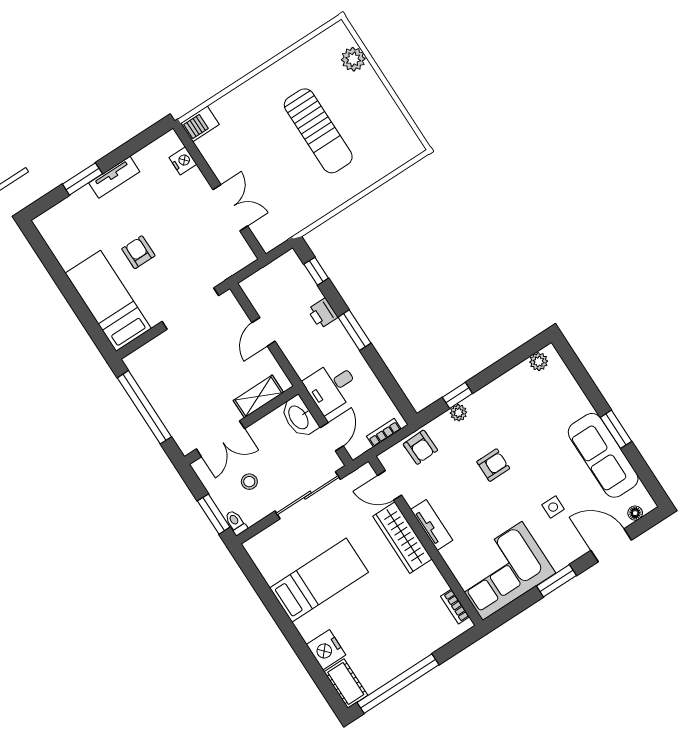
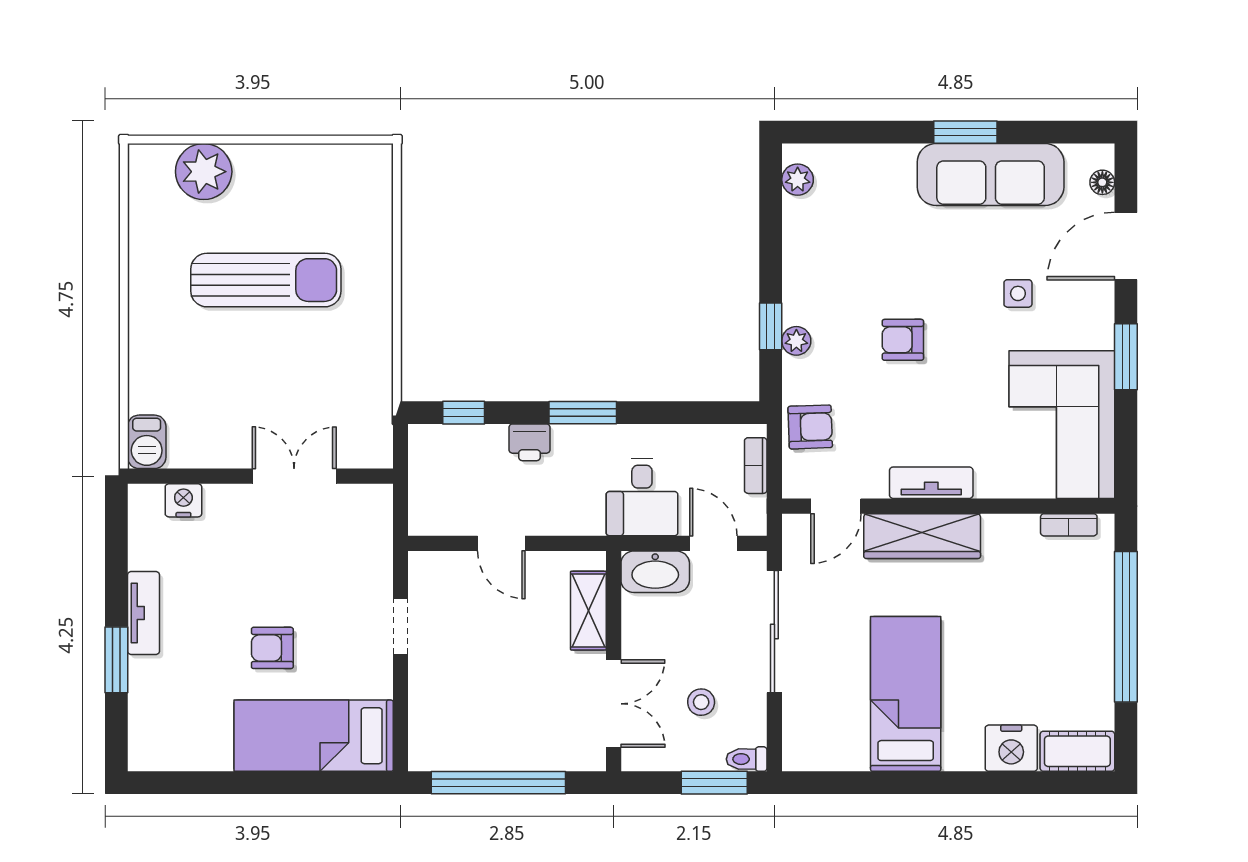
plant: (353, 59) -> (204, 172), width x1.36, depth x1.36
doorway: (190, 309) -> (401, 626), width x0.53
armchair: (493, 465) -> (903, 340), turned -90
window: (398, 684) -> (1126, 627), moved

